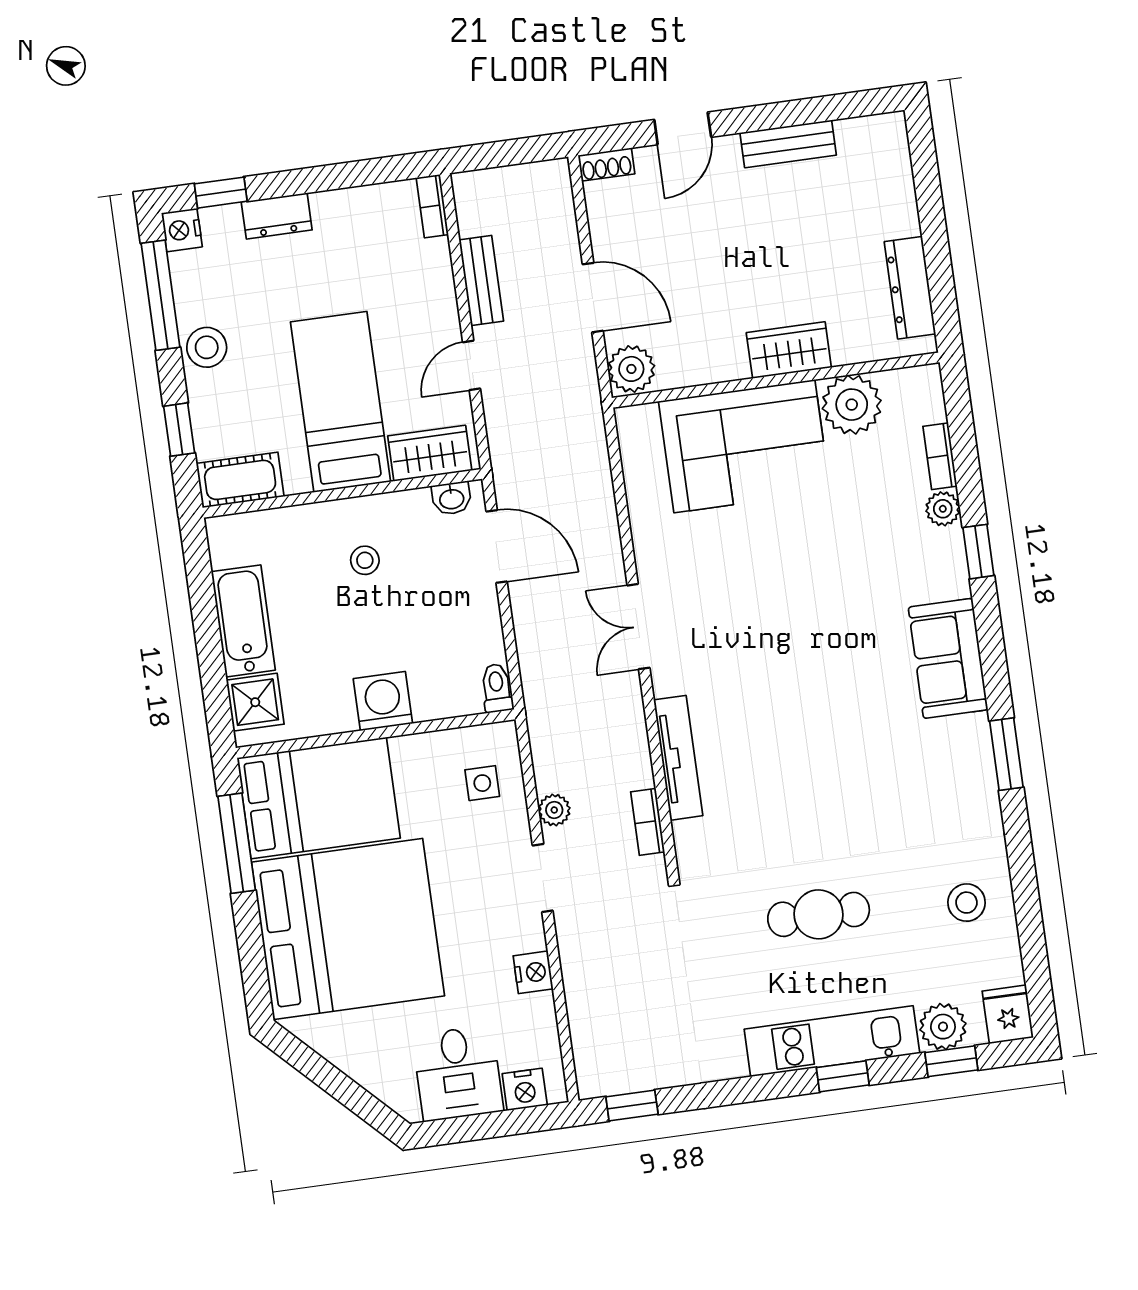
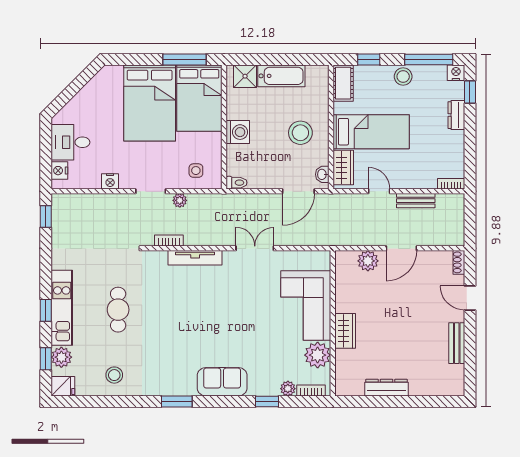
wardrobe: (789, 350) -> (345, 331), moved
wall: (776, 380) -> (333, 323), moved
plant: (852, 405) -> (318, 355), moved
corner sofa: (744, 446) -> (306, 306), moved
stool: (365, 560) -> (300, 133), width x1.89, depth x1.89
bed: (348, 929) -> (150, 103), width x0.73

